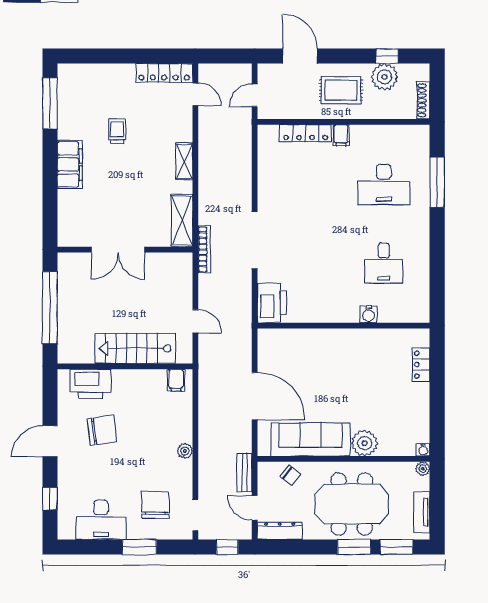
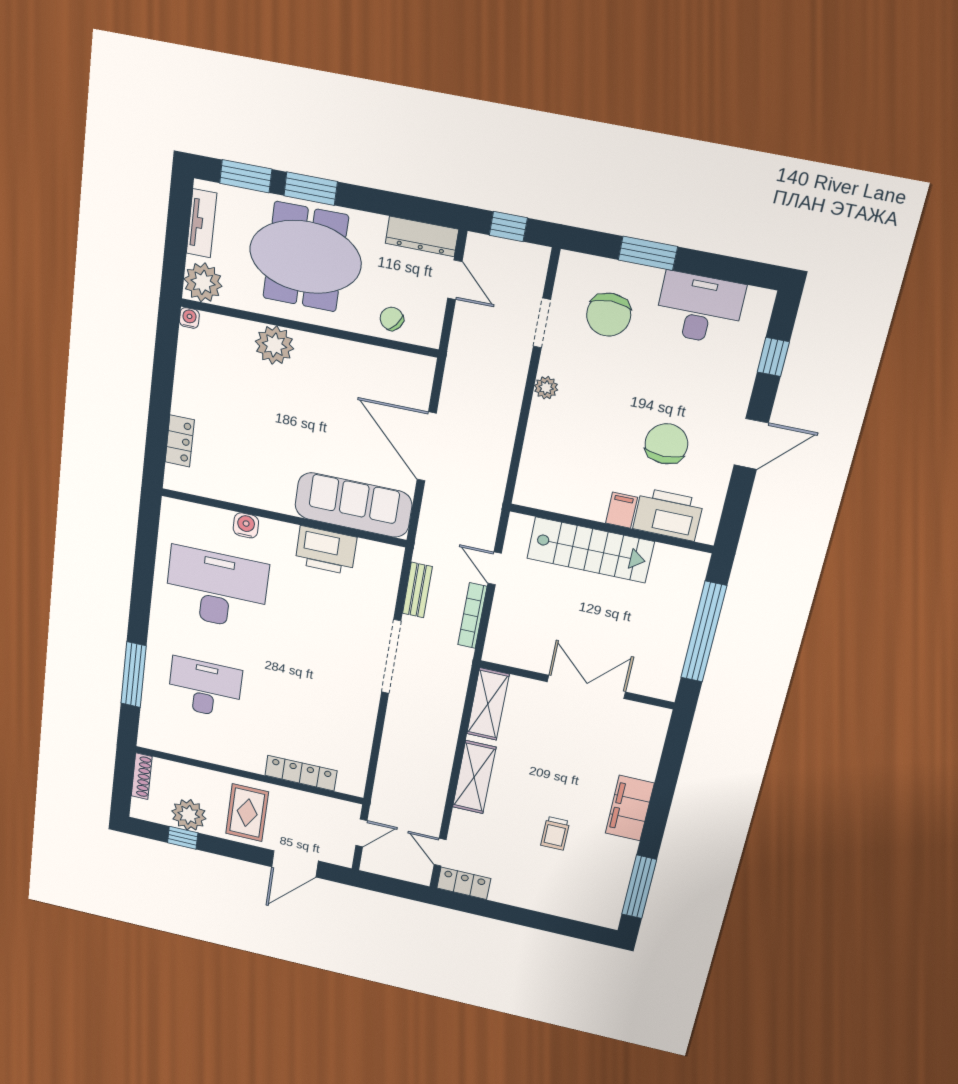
door: (300, 56) -> (295, 864), hinge flipped
locker: (164, 73) -> (464, 883), width x0.66
rug: (341, 90) -> (247, 813), turned 90
filing cabinet: (341, 135) -> (254, 760), removed
shelving: (184, 161) -> (474, 777), width x1.50, depth x1.33
bookcase: (204, 249) -> (472, 616), moved
desk: (384, 263) -> (217, 589), width x1.87, depth x1.30
printer: (272, 303) -> (326, 550), moved, turned -90
filing cabinet: (176, 380) -> (622, 510), moved
chair: (102, 430) -> (666, 444), turned 98
sofa: (311, 439) -> (353, 505), moved, turned 180
plant: (423, 469) -> (203, 282), width x1.87, depth x1.87
bench: (244, 472) -> (417, 590), moved
doorway: (195, 515) -> (542, 323), moved

